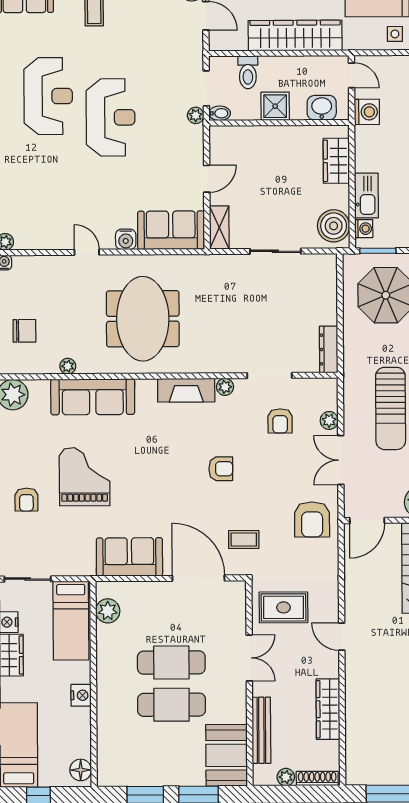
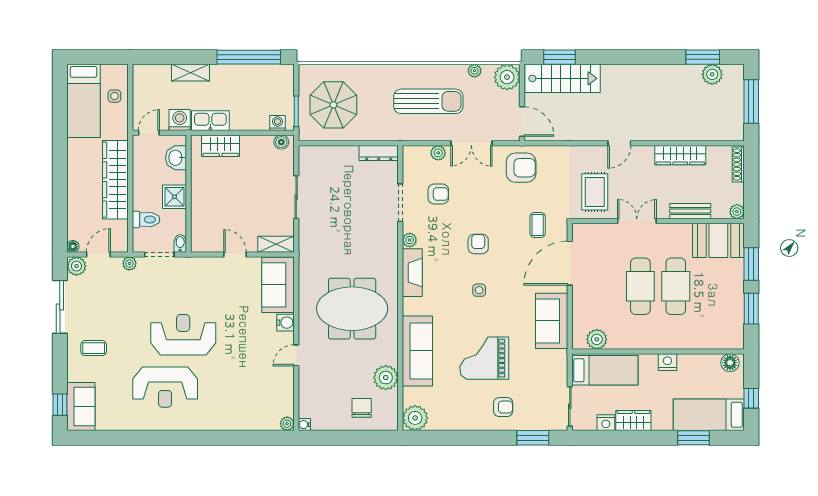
reception desk: (48, 96) -> (165, 387), turned 180
plant: (196, 115) -> (129, 263), moved
kitchen sink: (366, 196) -> (210, 121), moved
boiler: (334, 226) -> (281, 142), width x0.54, depth x0.54
plant: (68, 366) -> (386, 378), width x1.88, depth x1.88
side table: (166, 470) -> (479, 290), added
bench: (261, 730) -> (690, 211), width x0.73
plant: (286, 777) -> (737, 212), moved

